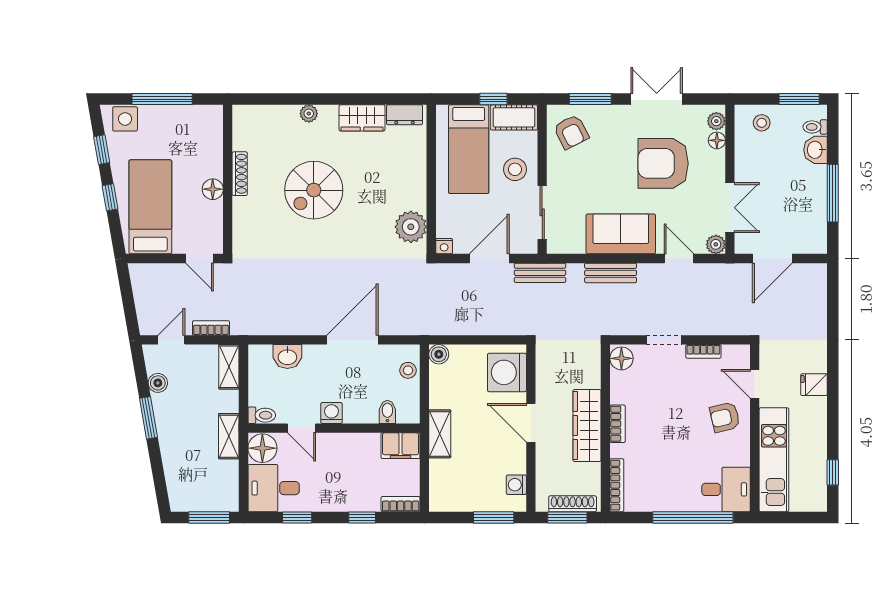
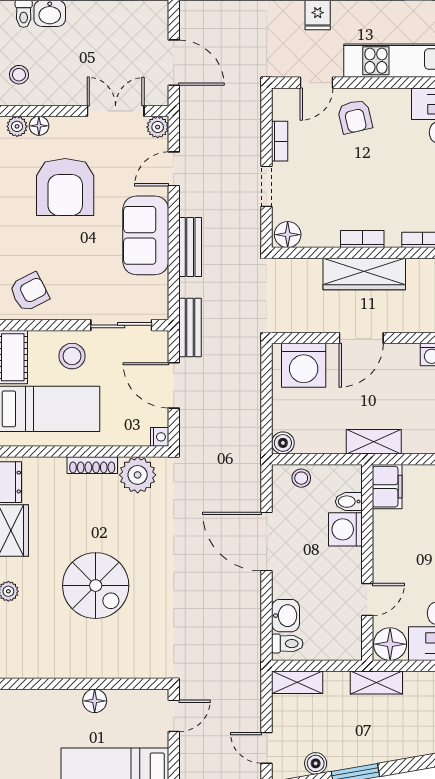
shoe rack: (240, 174) -> (92, 465), moved, turned 180
bookcase: (211, 328) -> (253, 703), removed
washing machine: (331, 413) -> (345, 529), moved, width x1.38, depth x1.38
toilet: (262, 415) -> (287, 644), moved, turned 90

